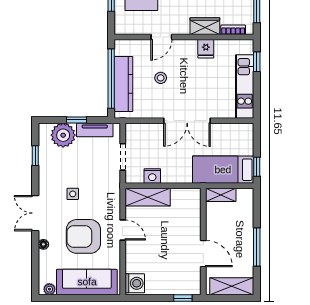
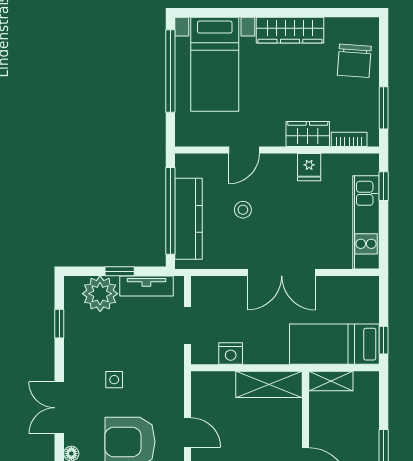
shelving: (148, 197) -> (269, 384), moved

